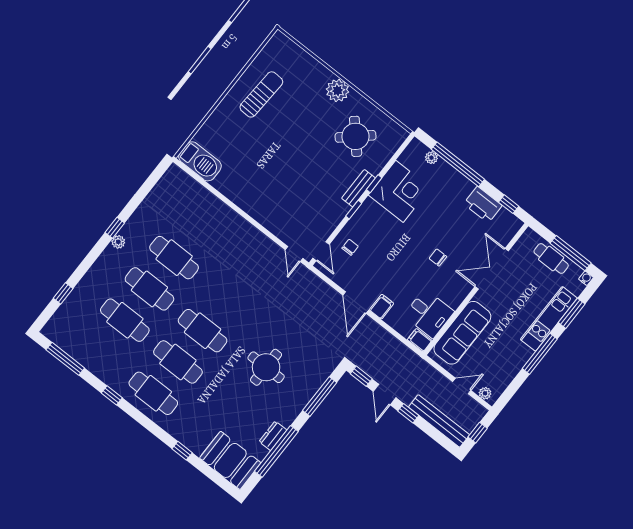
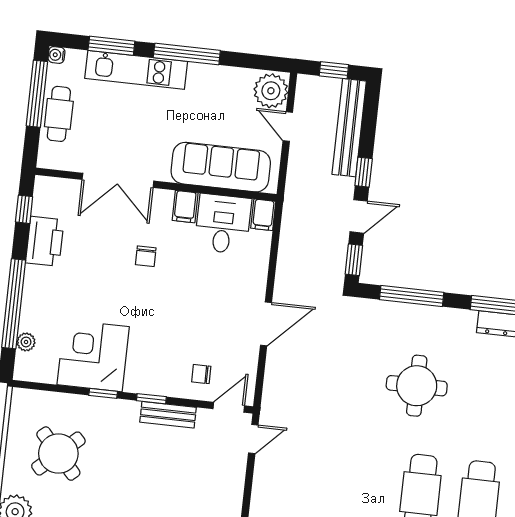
bench: (359, 188) -> (168, 415), moved
filing cabinet: (382, 307) -> (185, 207), moved, turned -90
plant: (485, 393) -> (271, 91), width x1.88, depth x1.88

